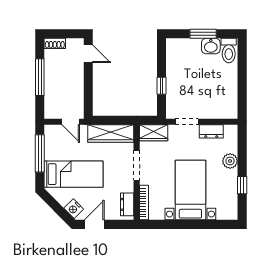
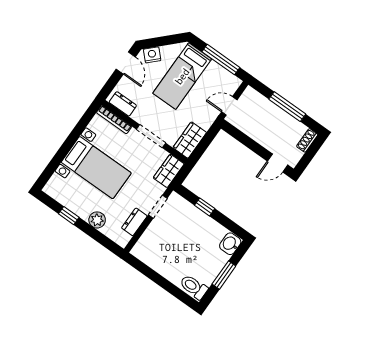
washbasin: (211, 46) -> (230, 244), moved
wardrobe: (111, 134) -> (190, 140), width x0.67

